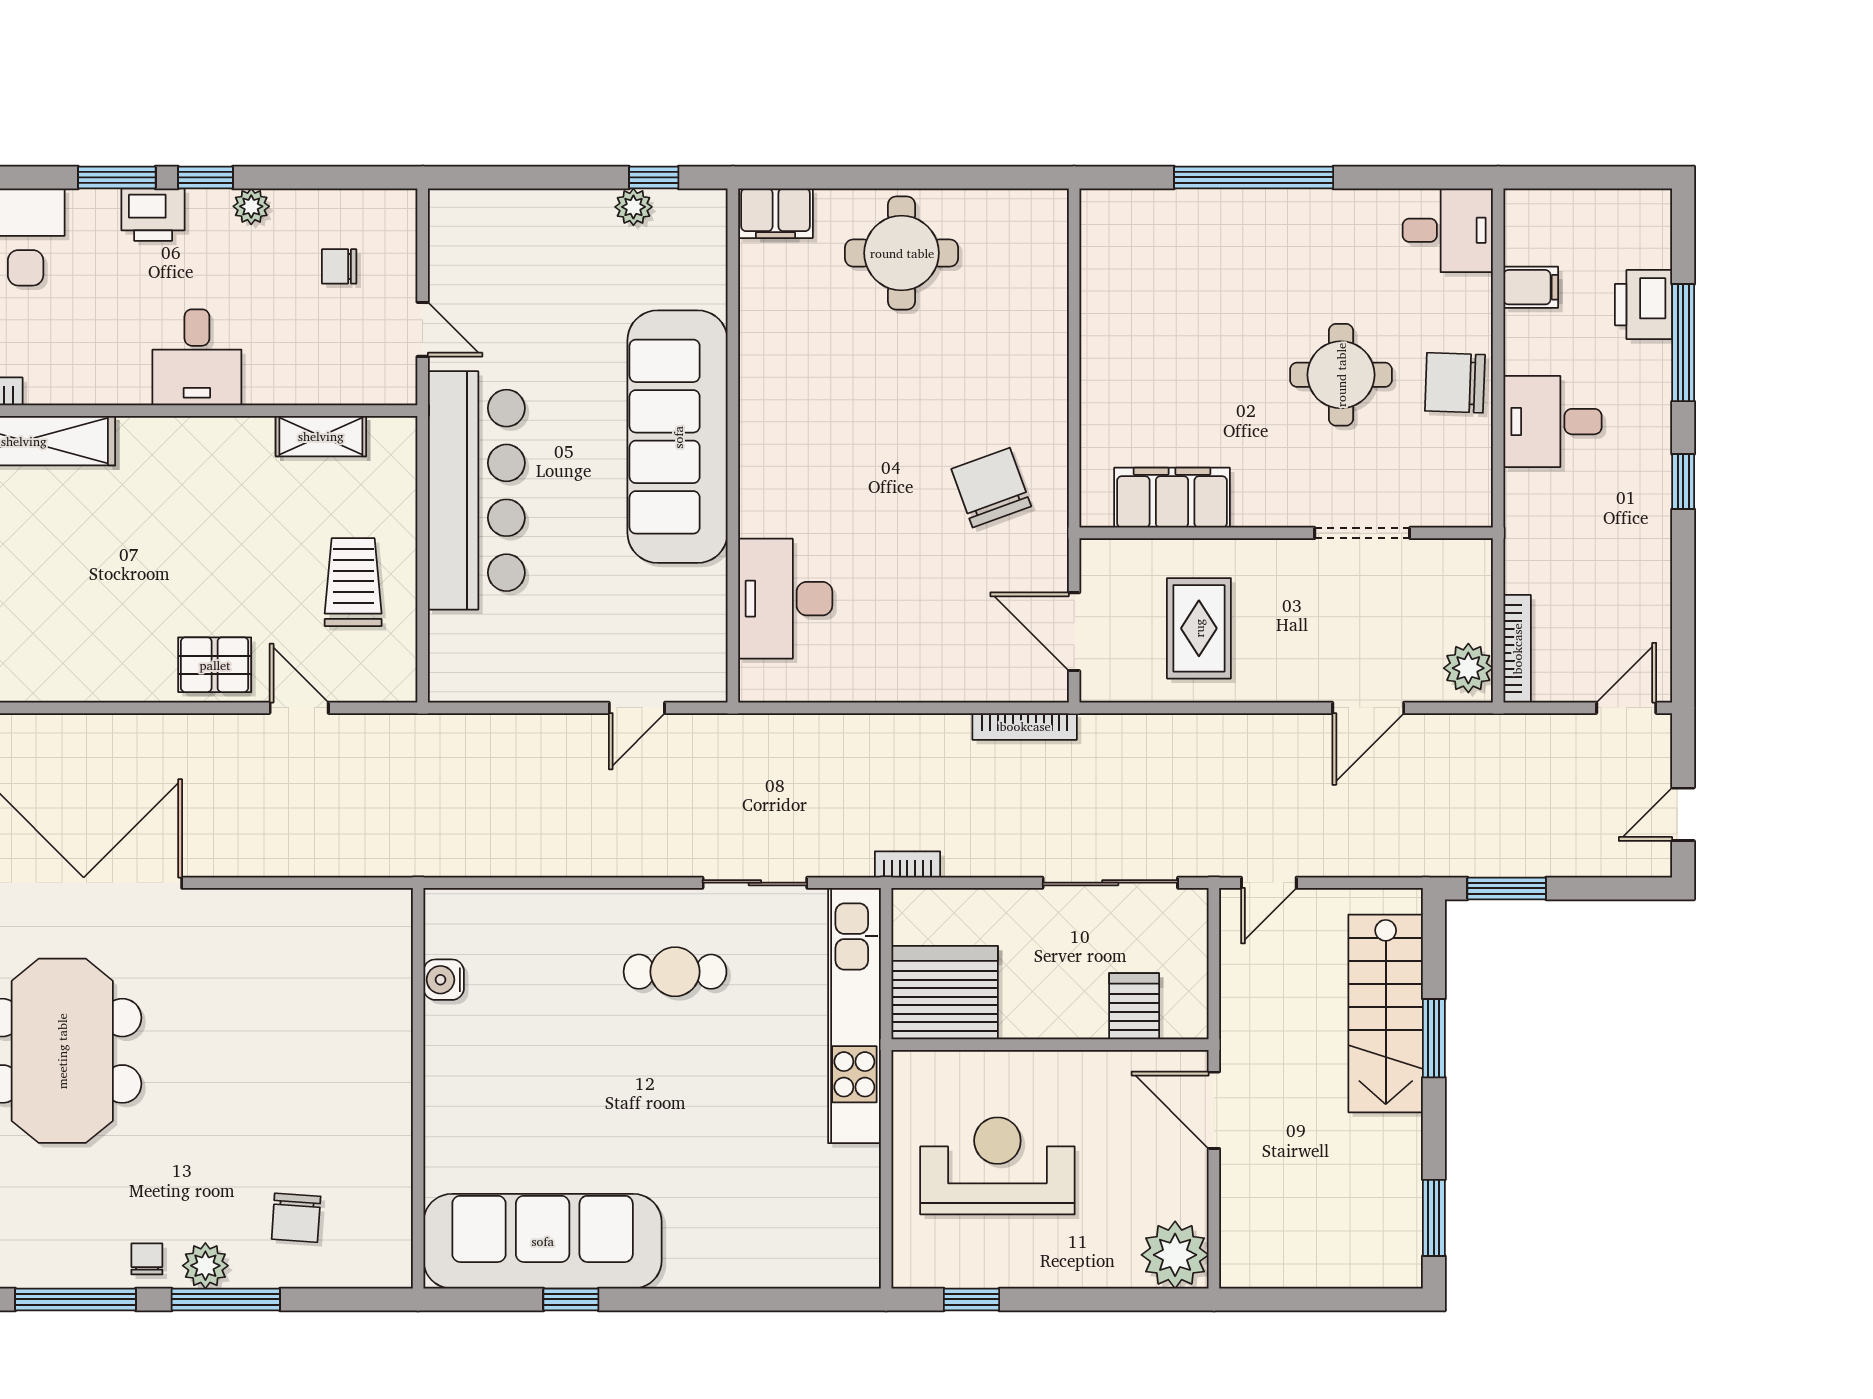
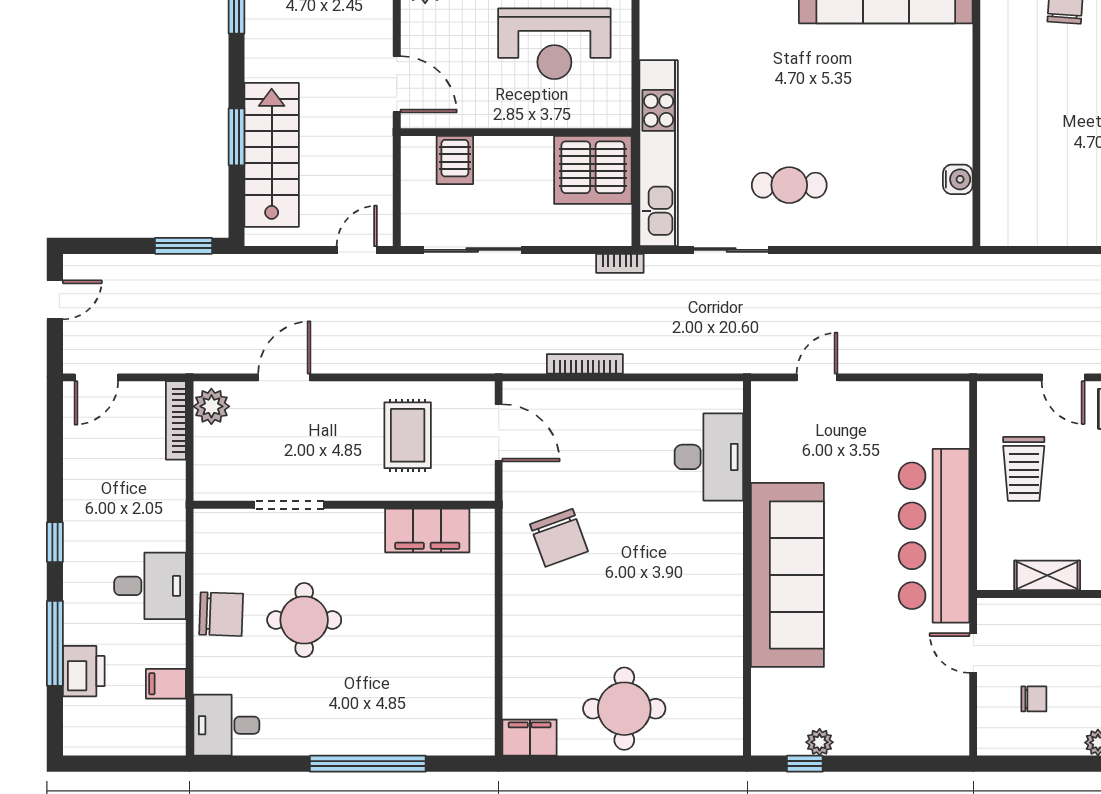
filing cabinet: (775, 213) -> (530, 738), moved
bookcase: (1025, 726) -> (585, 364), moved

